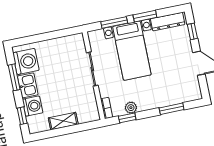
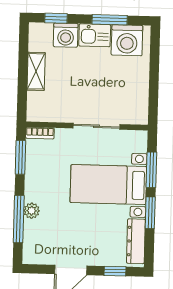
plant: (131, 108) -> (32, 211), moved
window: (172, 109) -> (19, 219), width x1.44
window: (127, 118) -> (20, 157), width x1.50

